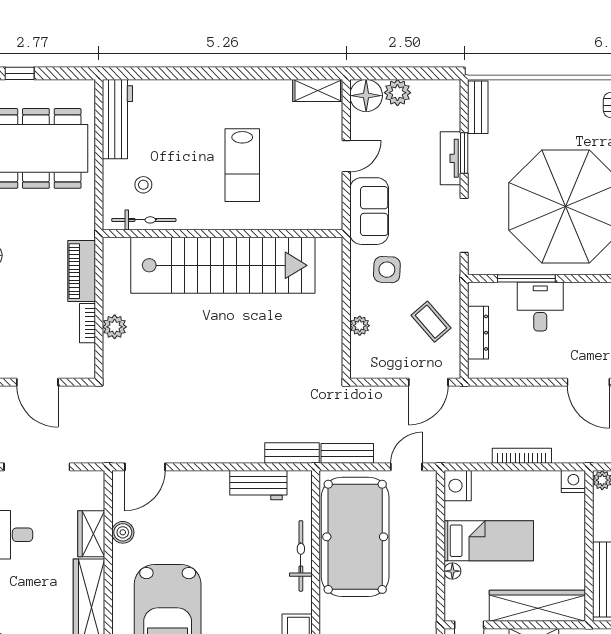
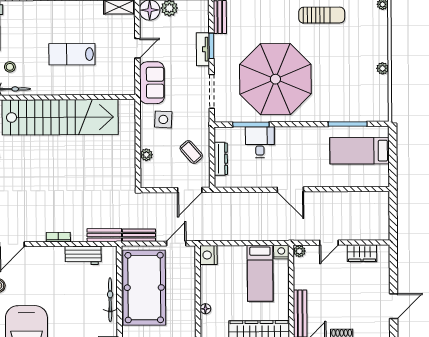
lab bench: (242, 165) -> (72, 54), turned 90
bookcase: (522, 456) -> (58, 237), moved, width x0.64
bed: (489, 541) -> (260, 273), moved, turned 90

